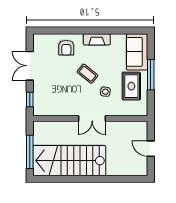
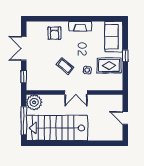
coffee table: (87, 74) -> (65, 66), moved
window: (151, 75) -> (125, 56), width x0.46
rug: (131, 86) -> (109, 65), turned 90
plant: (42, 130) -> (34, 102), added

